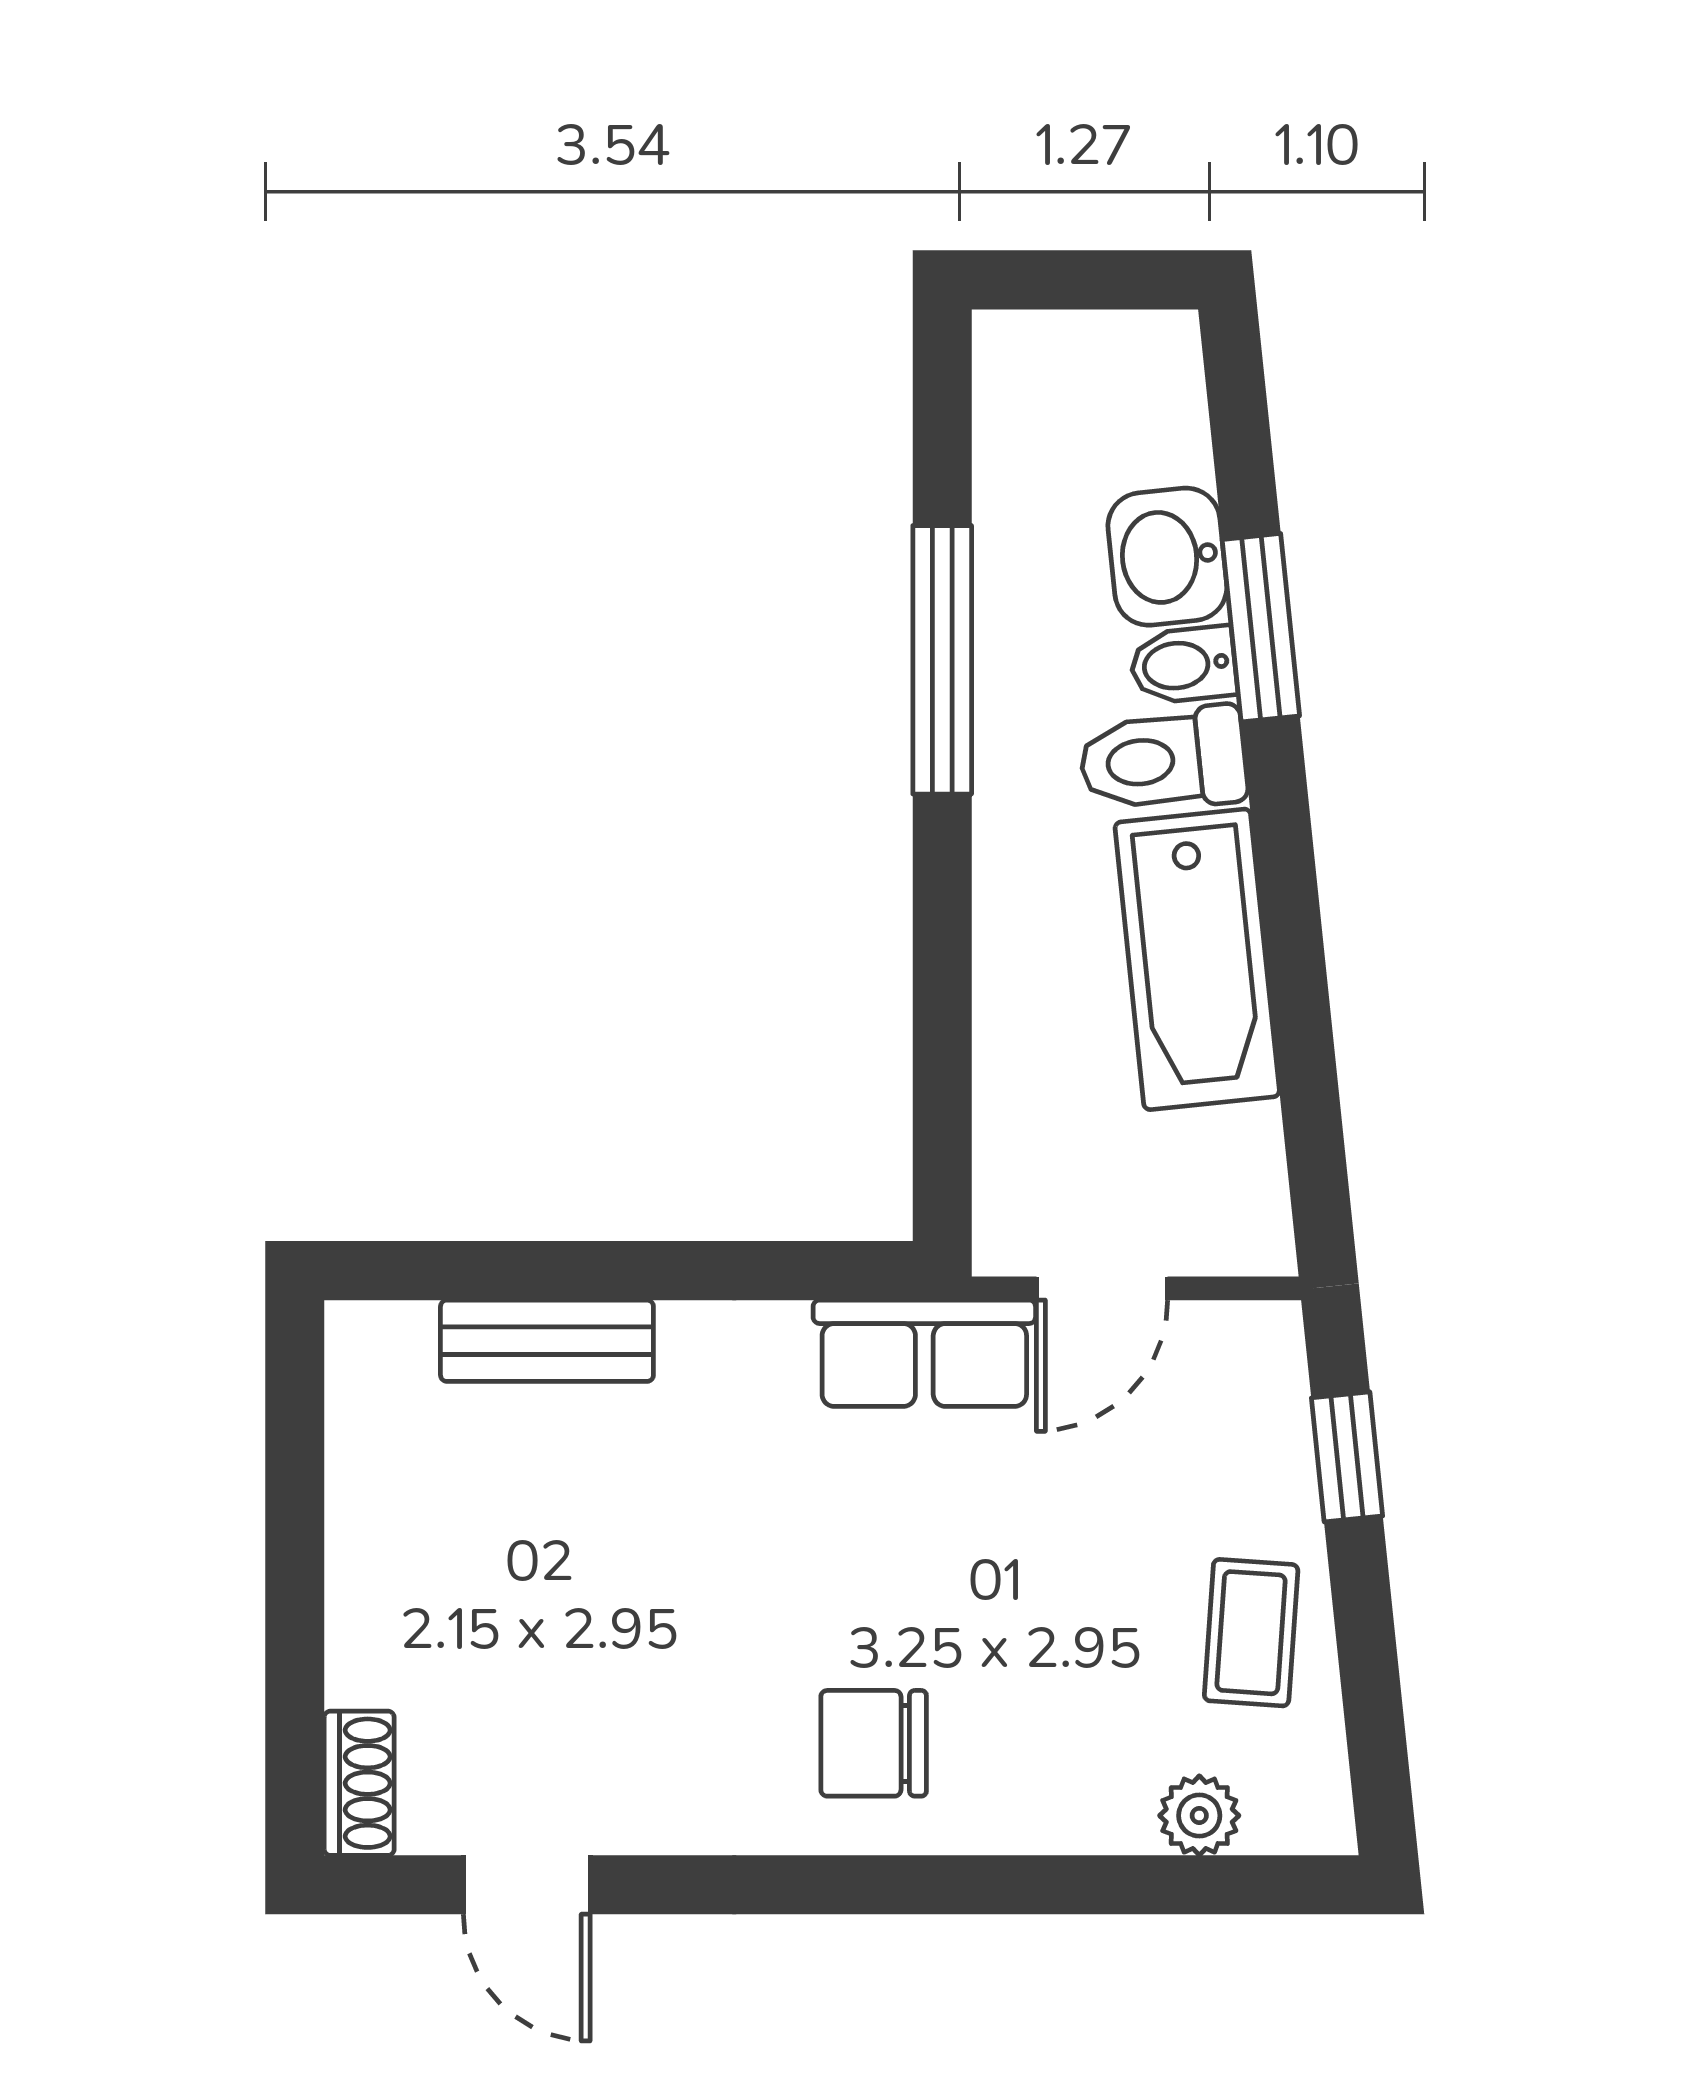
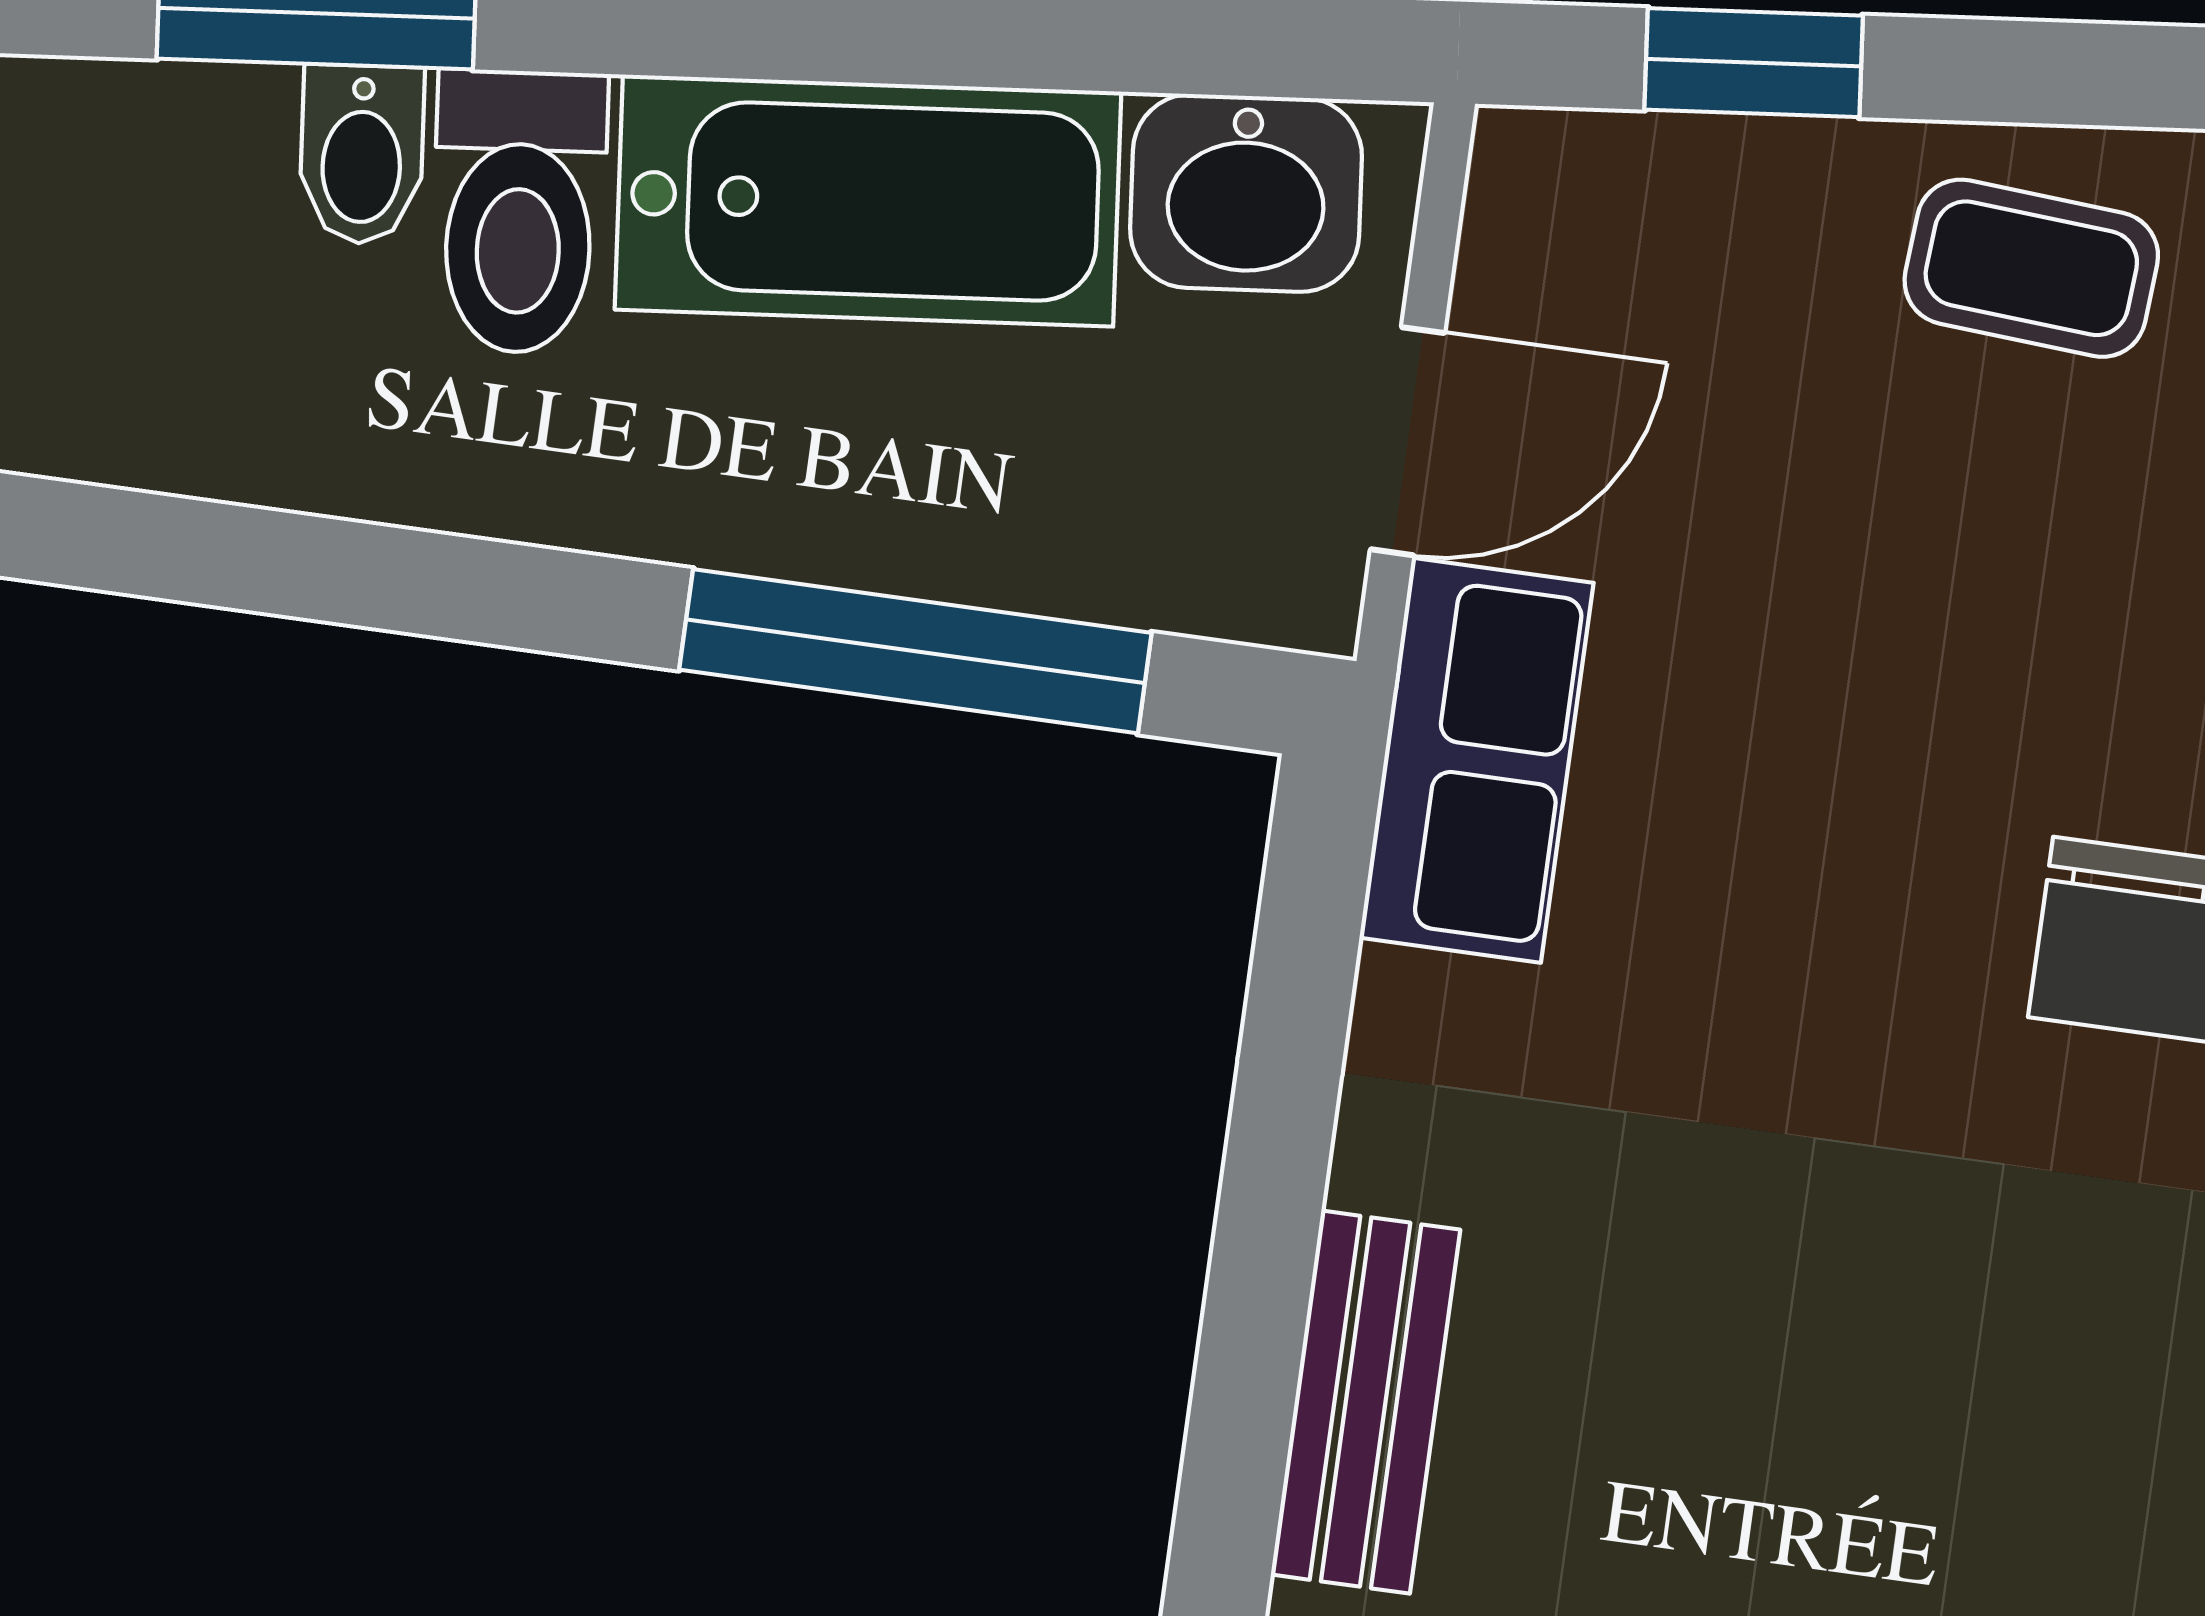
washbasin: (1167, 557) -> (1246, 193), moved
window: (942, 660) -> (915, 651), moved
door: (1102, 1288) -> (1408, 441), hinge flipped

